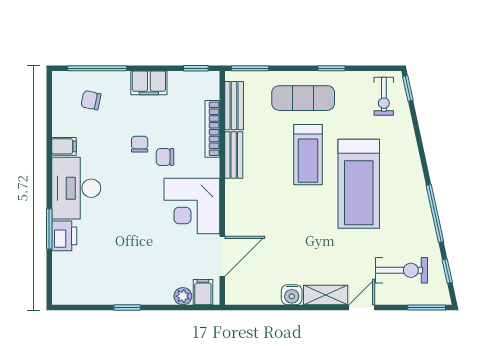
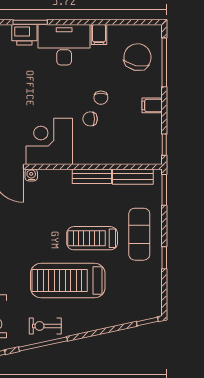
filing cabinet: (149, 83) -> (152, 105), width x0.50
exercise bike: (384, 96) -> (45, 326), moved
chair: (91, 100) -> (137, 57), width x1.87, depth x1.87
bookcase: (212, 129) -> (114, 158), removed
chair: (140, 144) -> (101, 98), turned 90
chair: (165, 157) -> (90, 119), turned -90
water cooler: (232, 228) -> (31, 175), added

